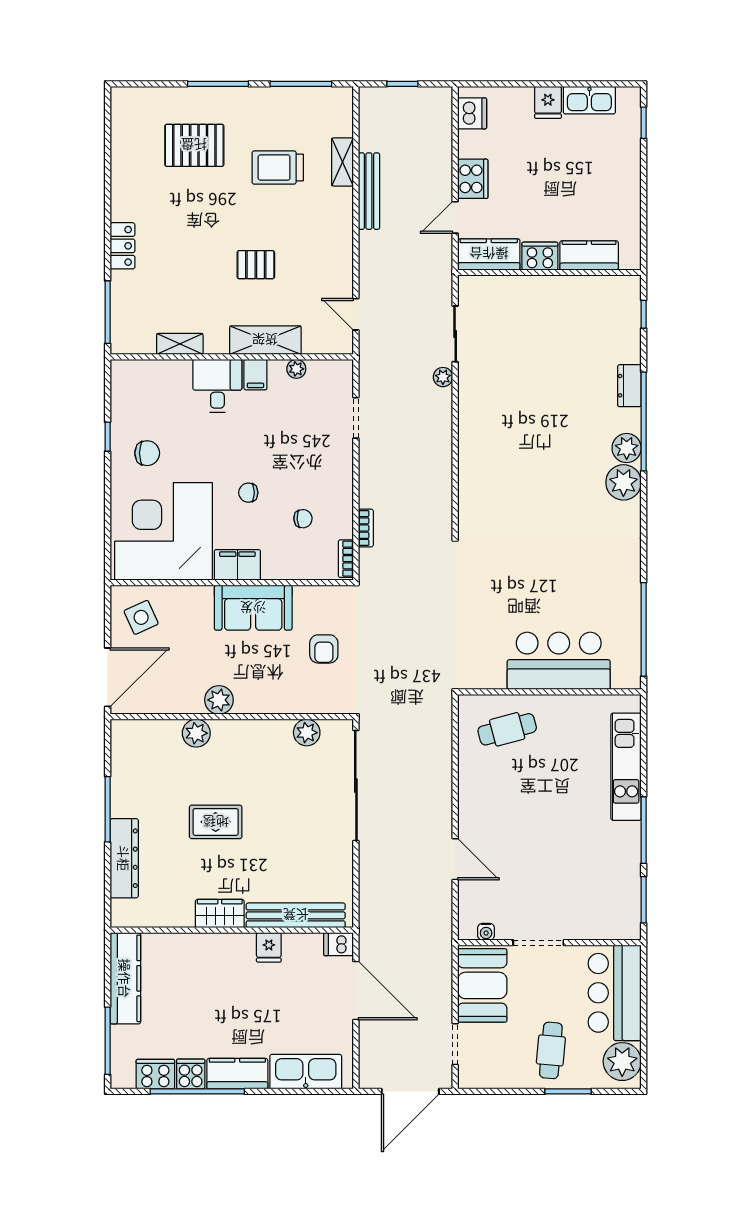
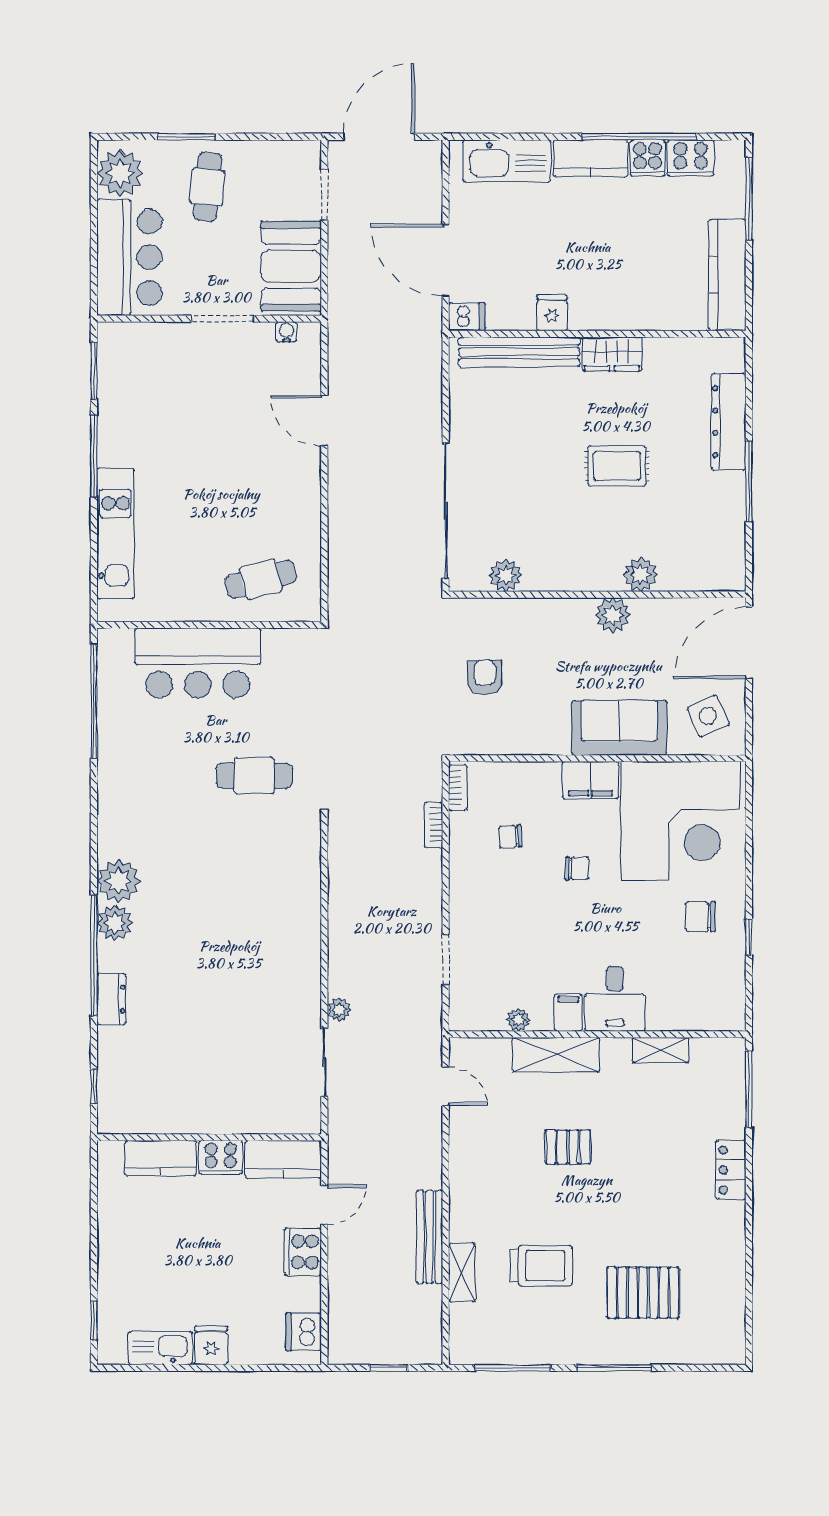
cafe table: (513, 568) -> (254, 776), added
sofa: (253, 608) -> (619, 728), moved

